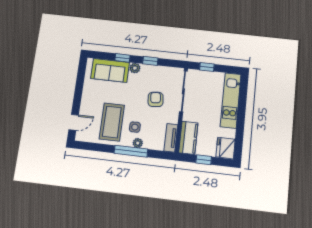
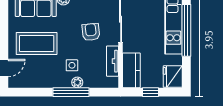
window: (242, 108) -> (186, 30), added
coffee table: (112, 122) -> (37, 44), moved, turned 90
tv unit: (171, 138) -> (113, 61), moved

